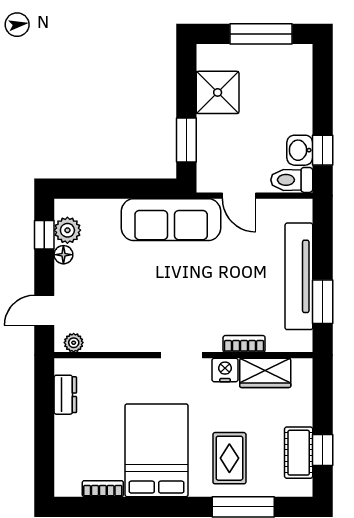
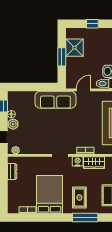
window: (261, 34) -> (92, 24), width x0.46
window: (186, 140) -> (62, 57), moved
door: (239, 196) -> (83, 90), swing flipped
plant: (67, 230) -> (13, 124), moved

